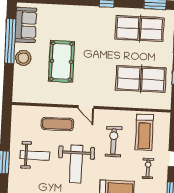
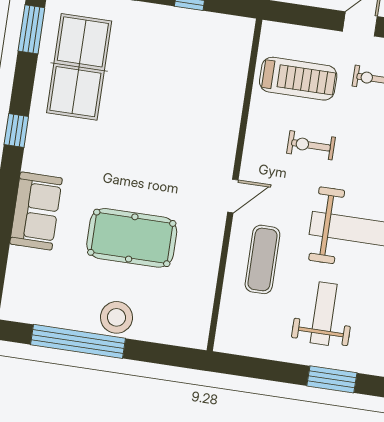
sofa: (26, 25) -> (36, 211), moved, turned 90
table tennis table: (141, 79) -> (185, 75), removed
exercise bike: (114, 141) -> (311, 145), width x0.73, depth x0.72

